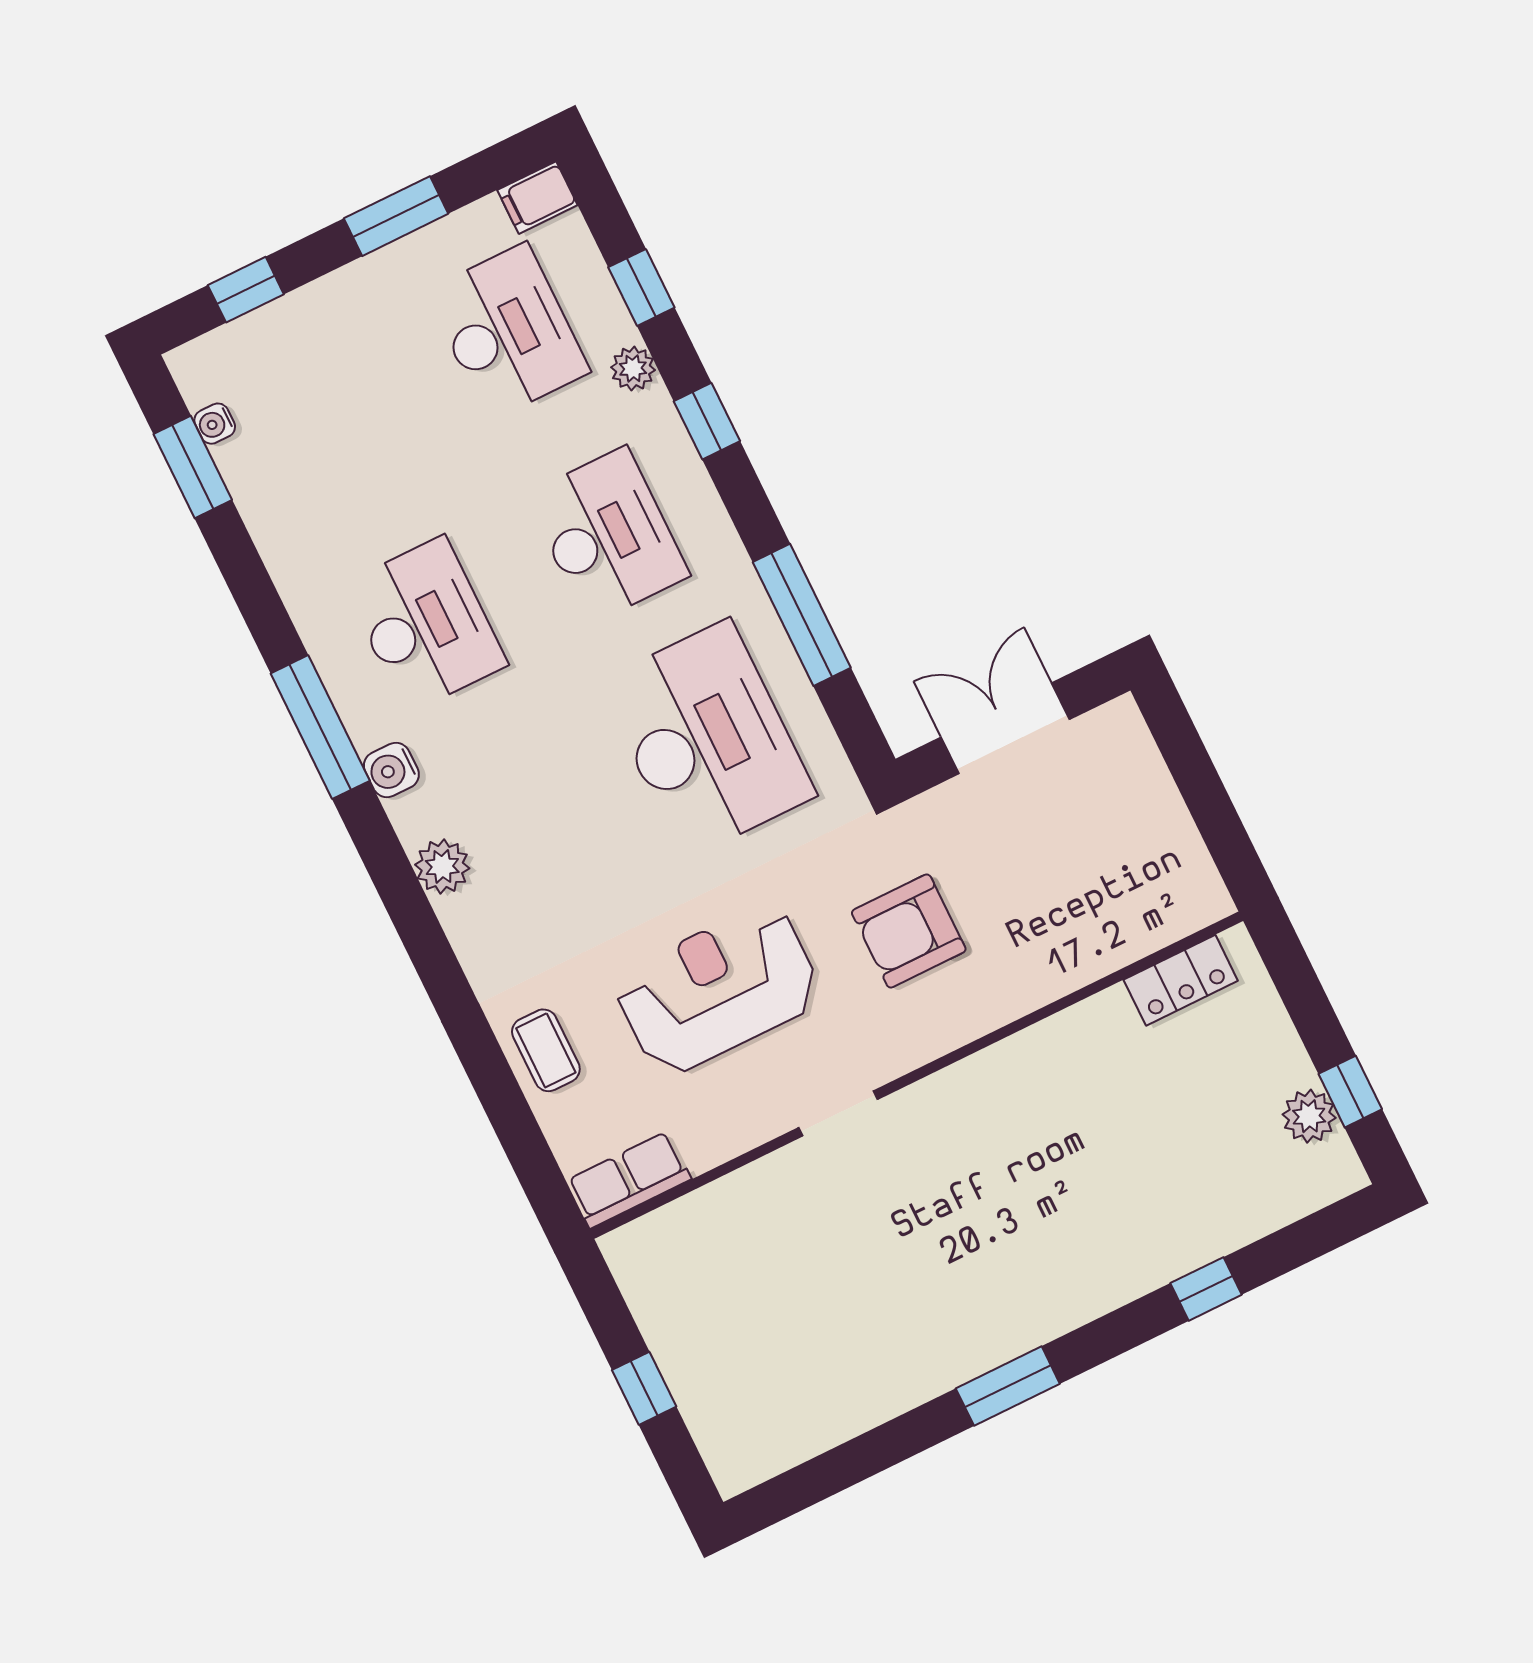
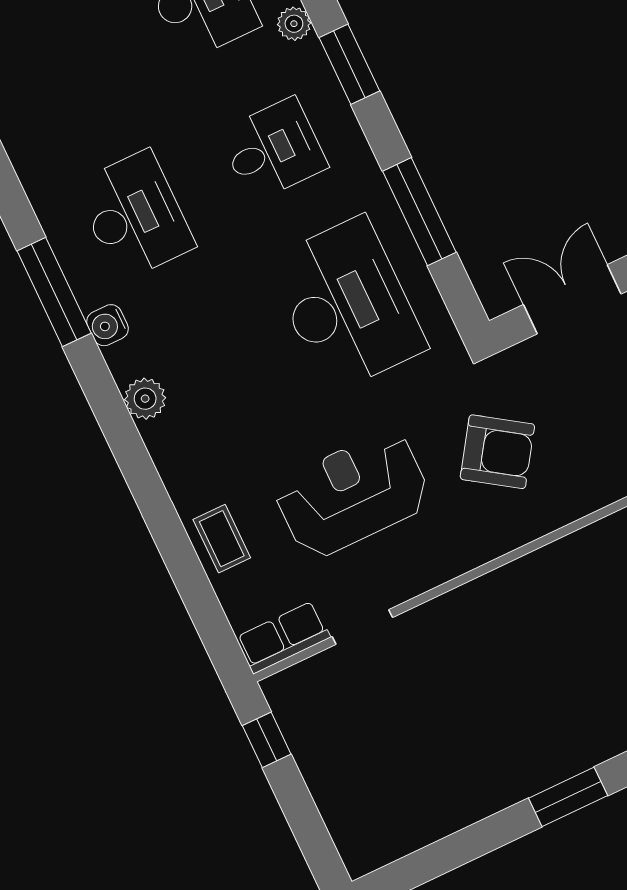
window: (707, 421) -> (349, 64), width x1.50
desk: (607, 535) -> (273, 150), width x0.73
armchair: (909, 931) -> (497, 452), turned -146
doorway: (838, 1113) -> (362, 627), moved
window: (644, 1388) -> (267, 740), moved

